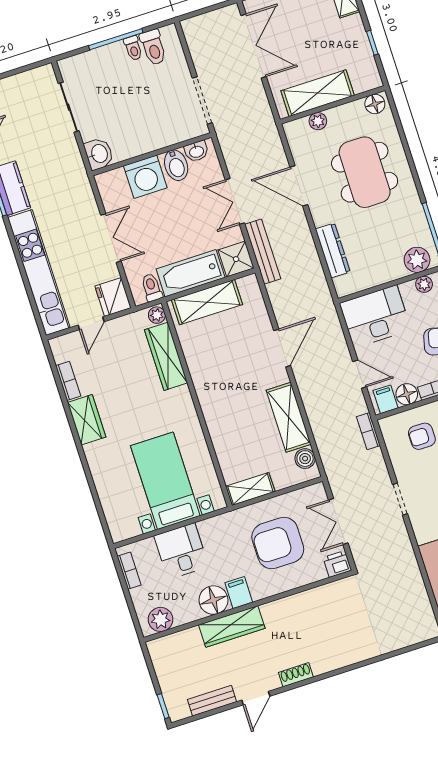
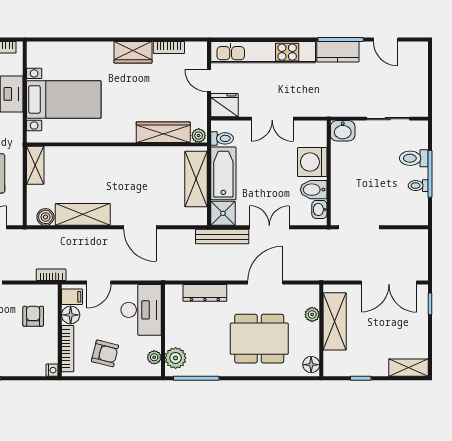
toilet: (153, 47) -> (414, 158), moved

